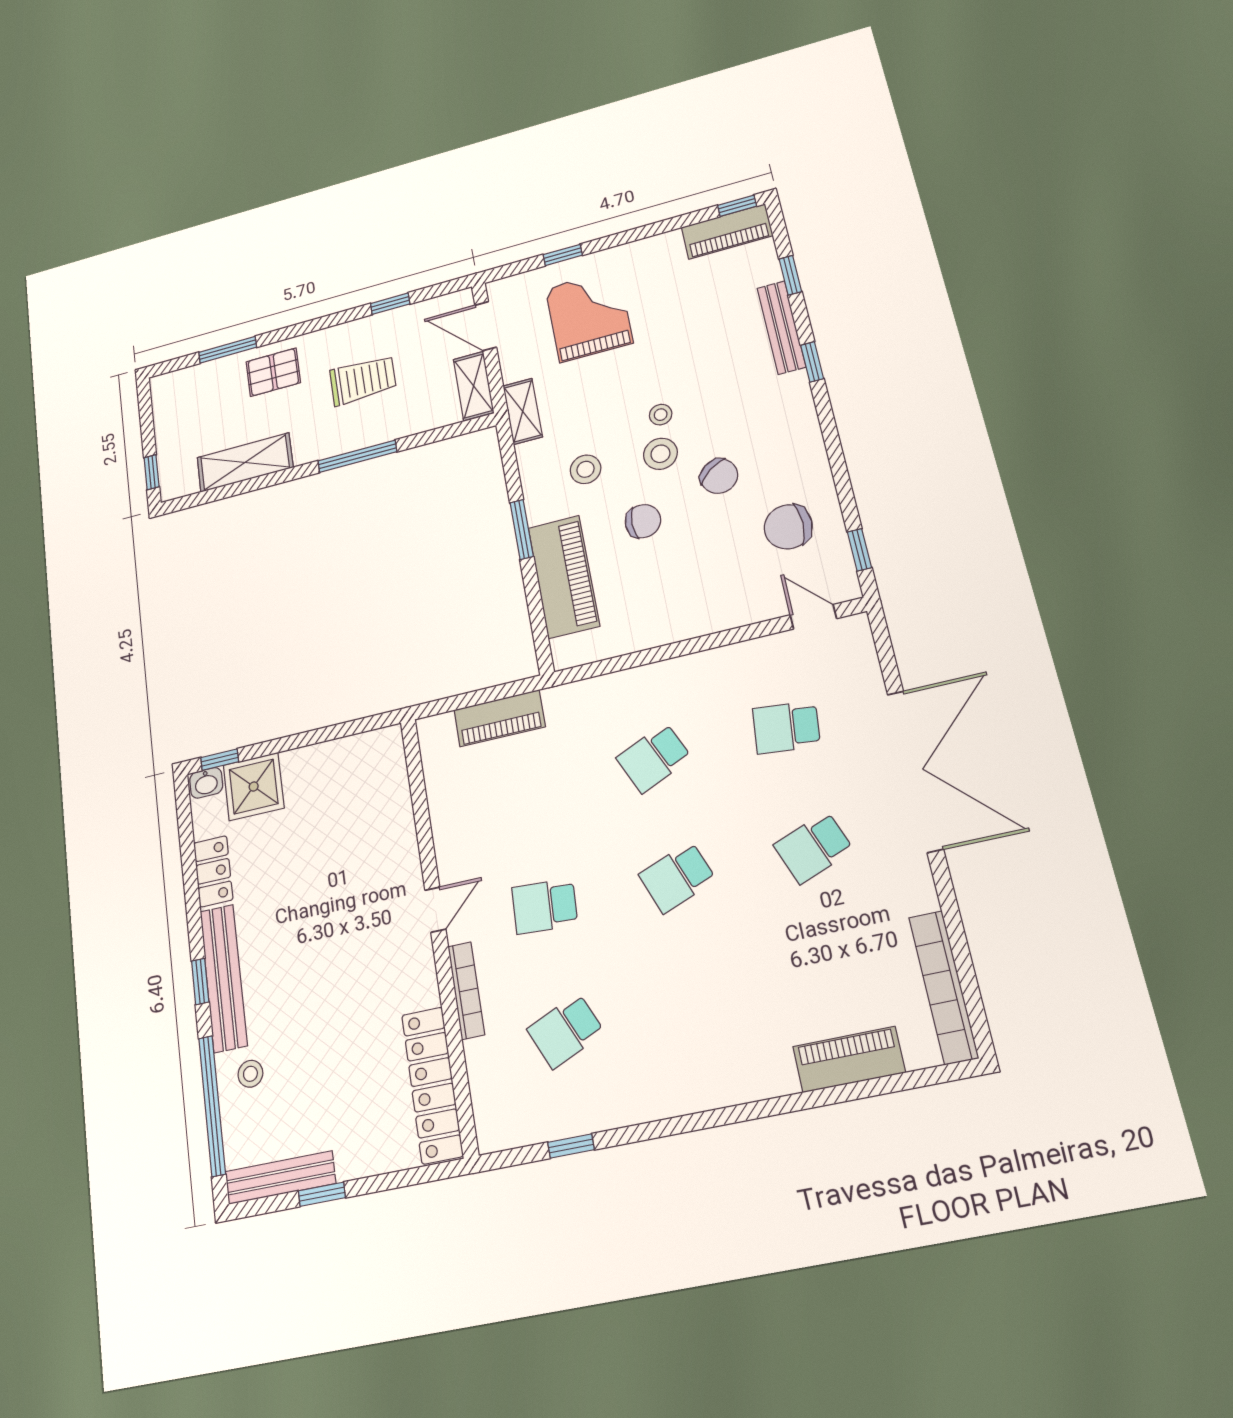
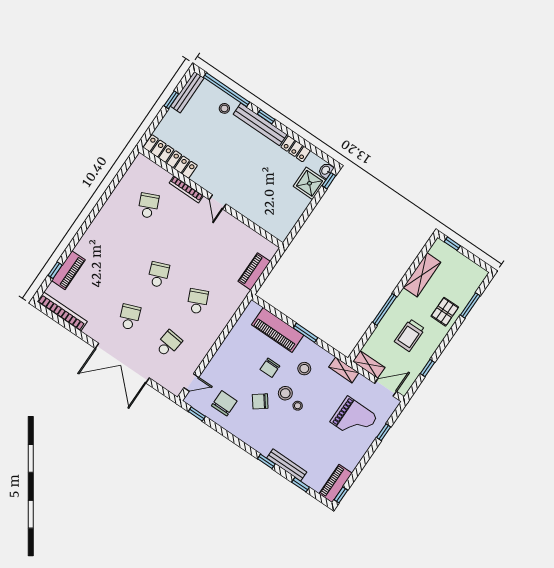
school desk: (545, 906) -> (187, 232), removed
window: (571, 1146) -> (55, 270), moved

